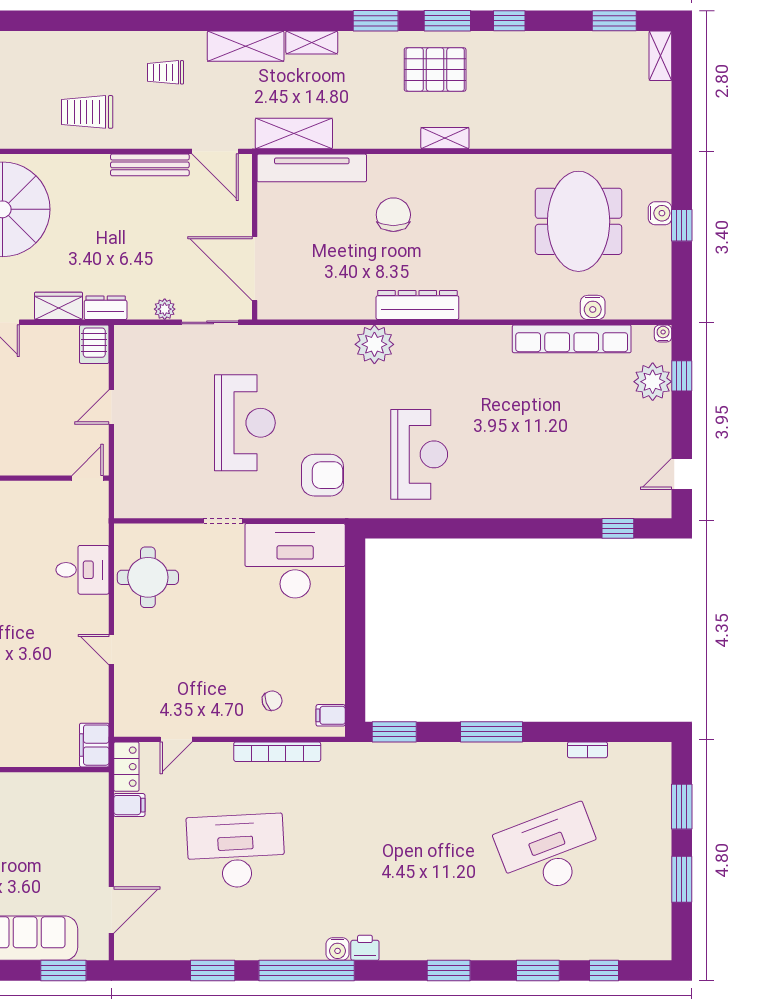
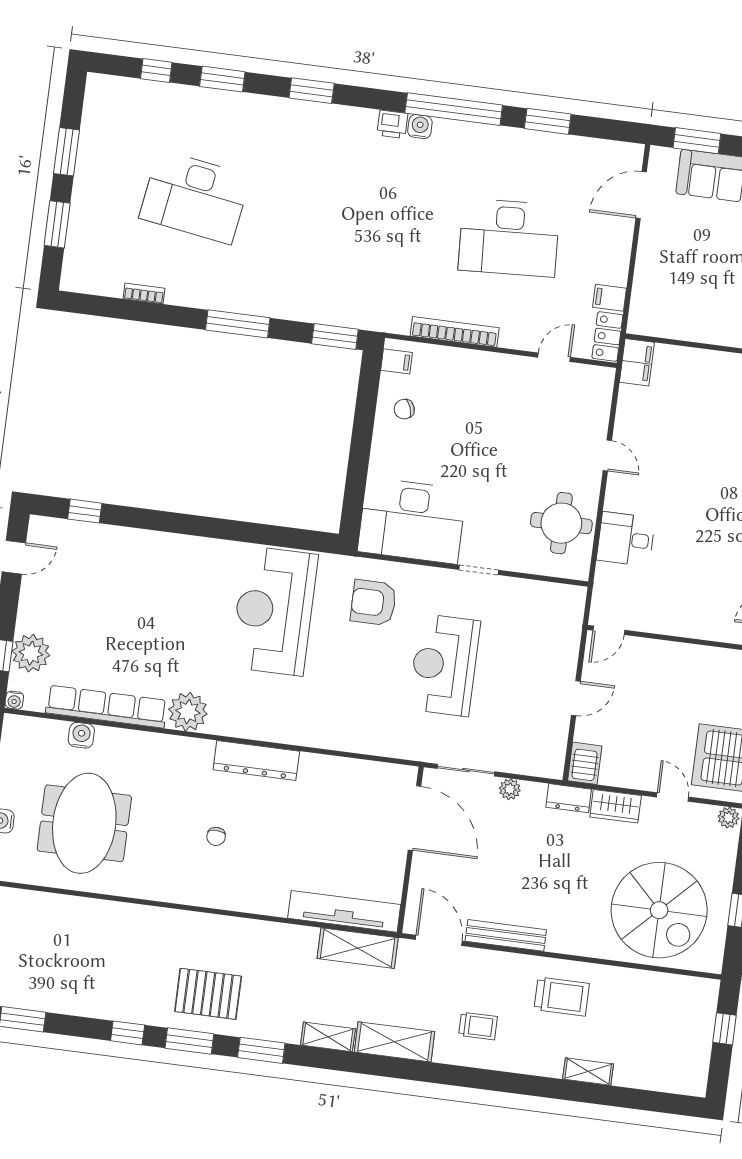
shelving: (445, 138) -> (588, 1072), moved
chair: (393, 215) -> (216, 836), moved, width x0.54, depth x0.54
plant: (374, 344) -> (188, 712), moved
reception desk: (419, 454) -> (274, 611), width x1.36, depth x1.30
chair: (272, 701) -> (404, 409), moved
desk: (550, 851) -> (195, 197), turned 30

